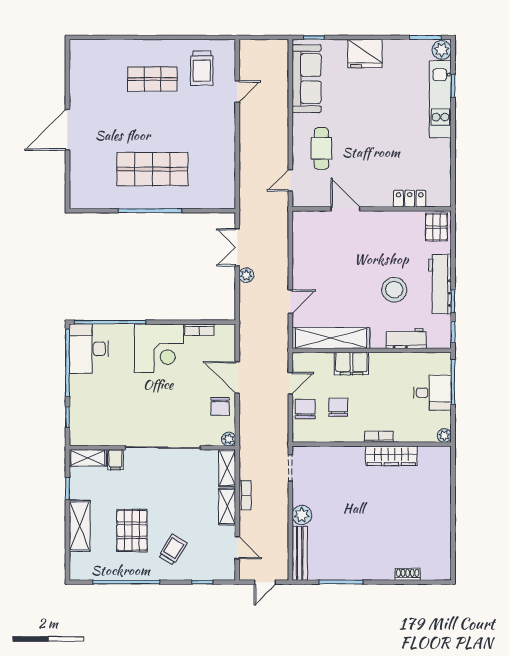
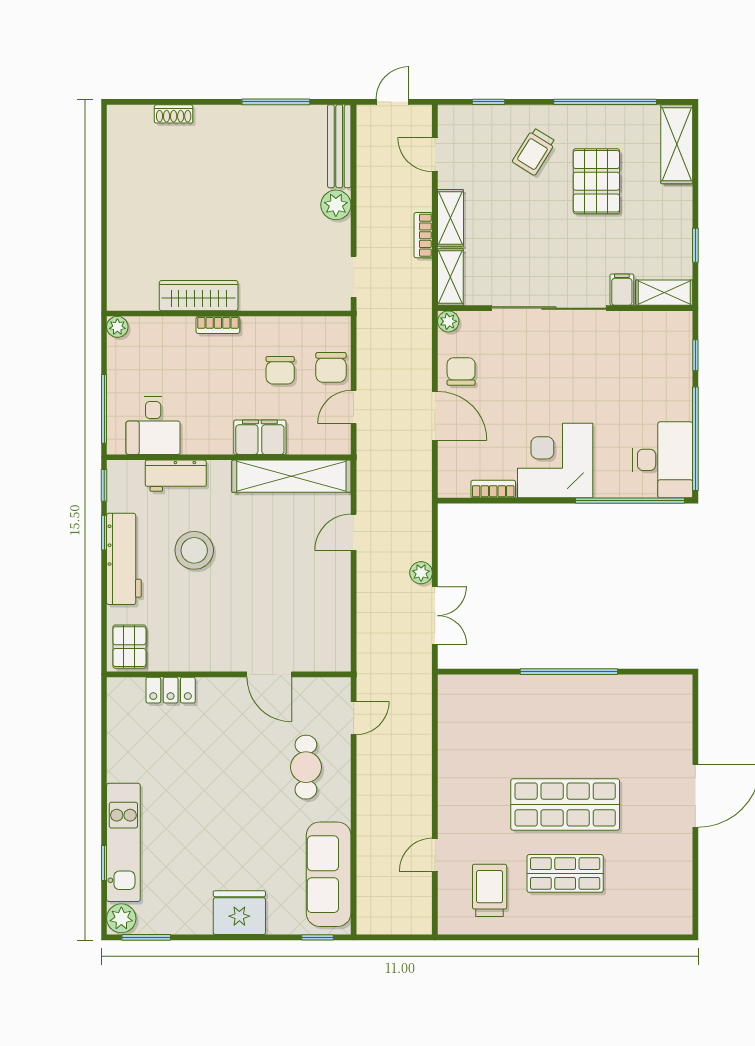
shop shelf: (152, 169) -> (565, 804), moved
desk: (432, 393) -> (153, 426), moved, turned -90
shelving: (80, 526) -> (677, 144), moved

